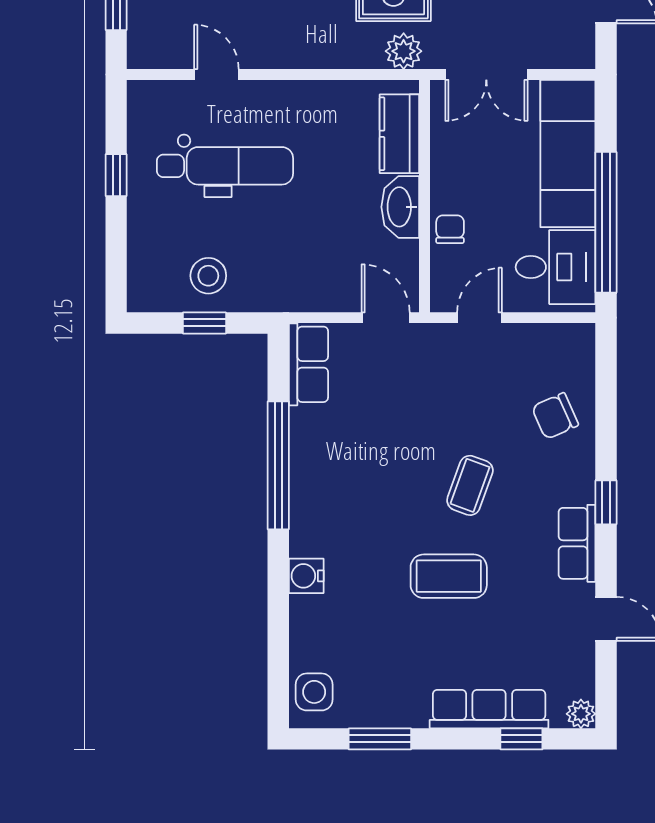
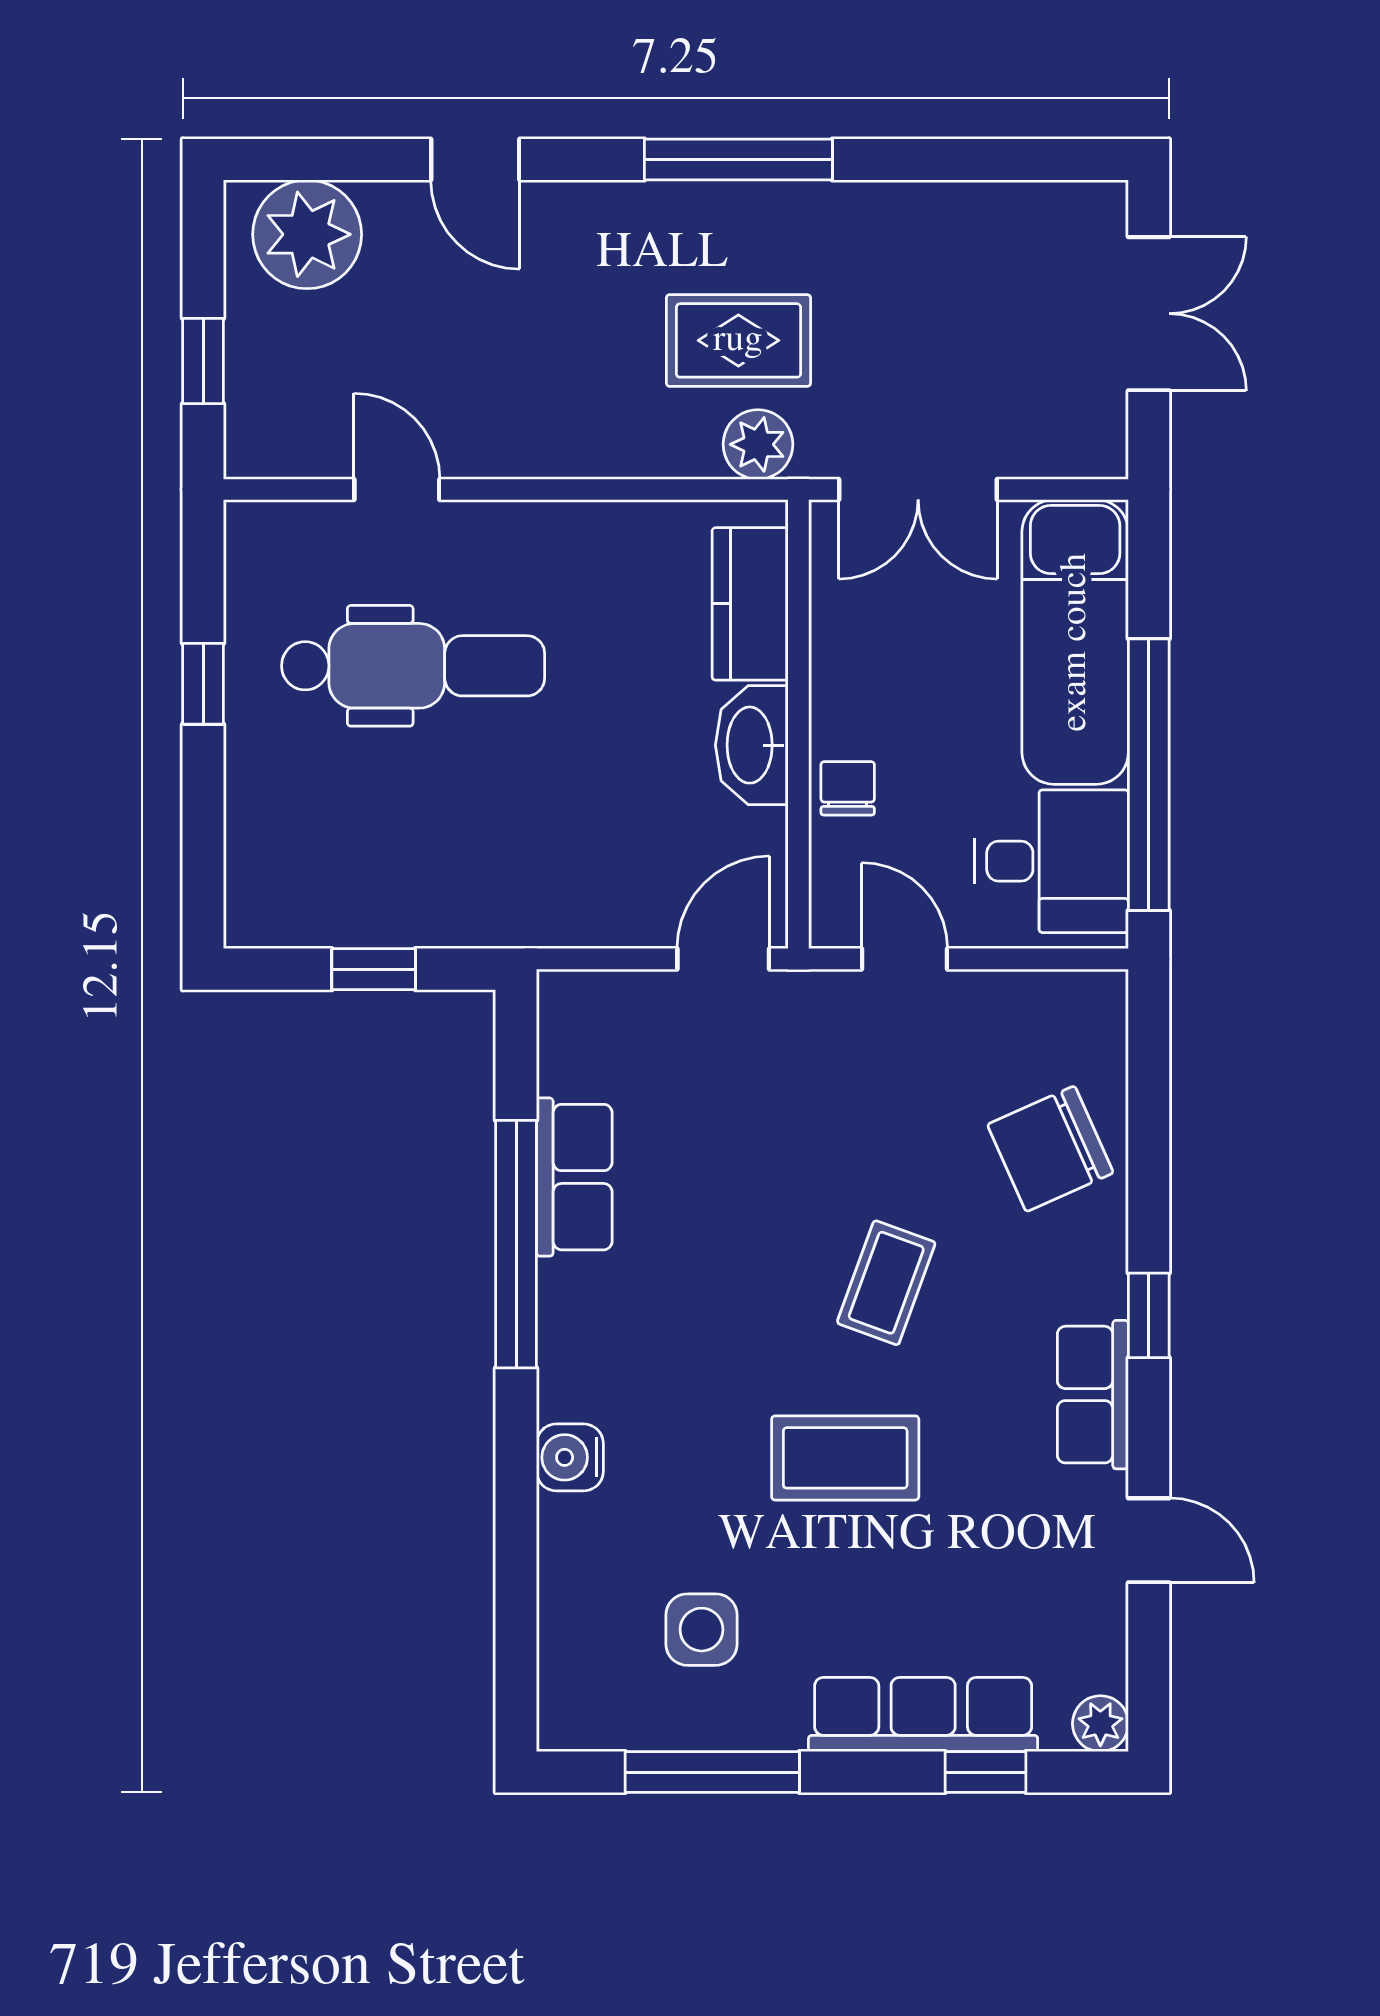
stool: (208, 276) -> (381, 878), removed
door: (386, 318) -> (723, 959), hinge flipped
door: (479, 318) -> (904, 959), hinge flipped
row of seats: (308, 364) -> (574, 1177), moved
chair: (555, 416) -> (1050, 1149), width x1.37, depth x1.37
side table: (314, 692) -> (702, 1630), moved
window: (380, 739) -> (712, 1772), width x1.44

